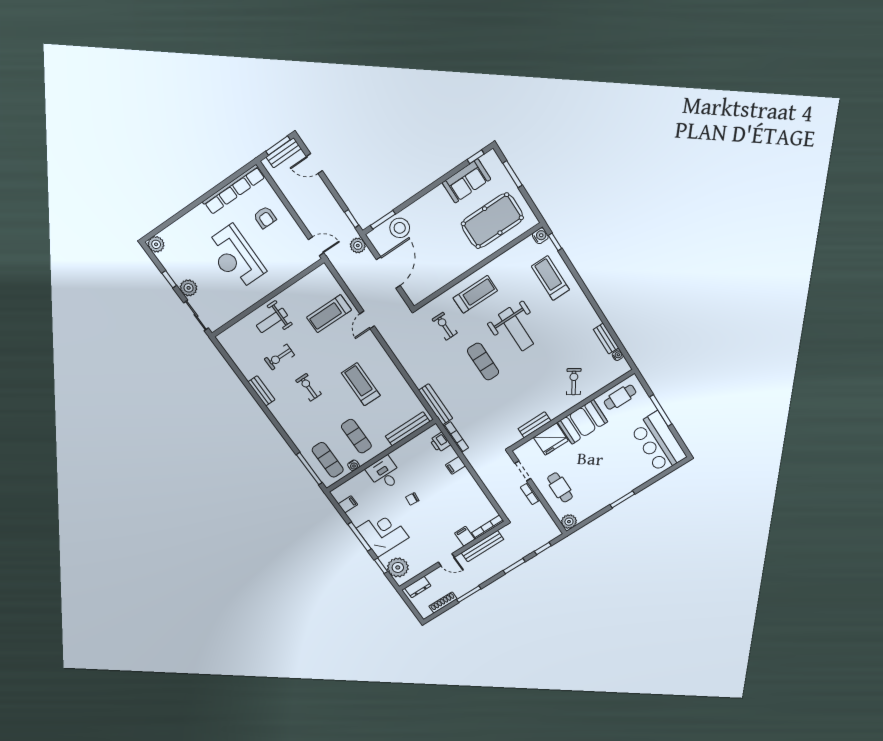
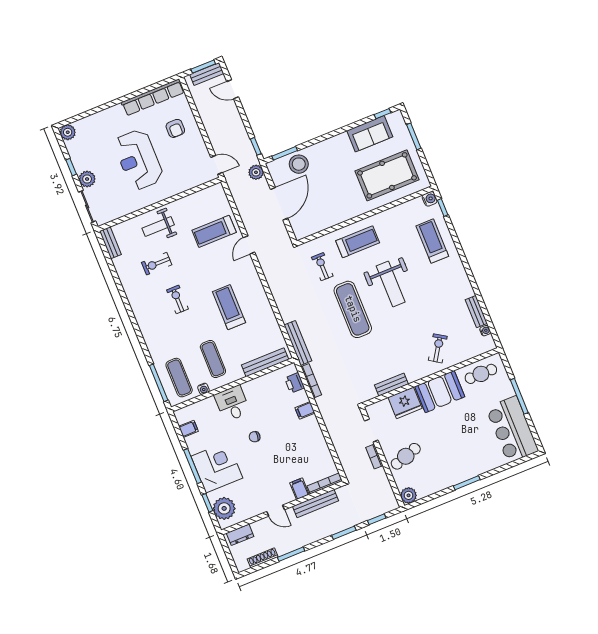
exercise mat: (483, 362) -> (353, 309), width x1.36, depth x1.45
bench: (261, 391) -> (110, 243), moved
cafe table: (560, 487) -> (406, 456), turned 72

